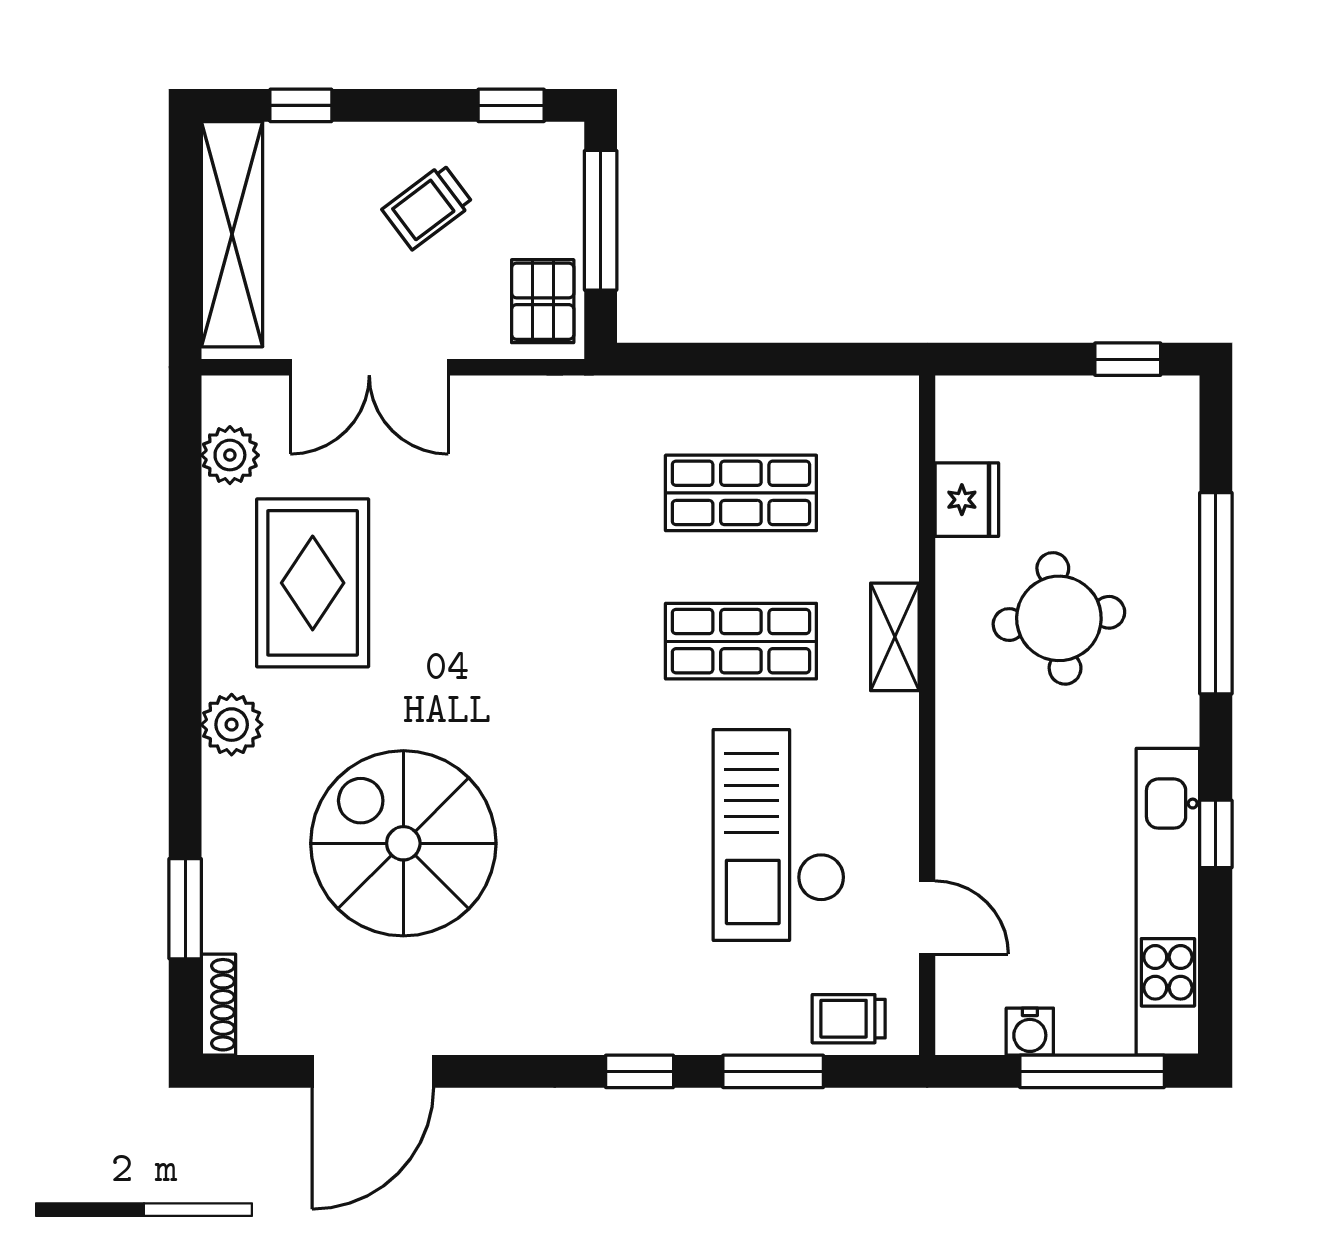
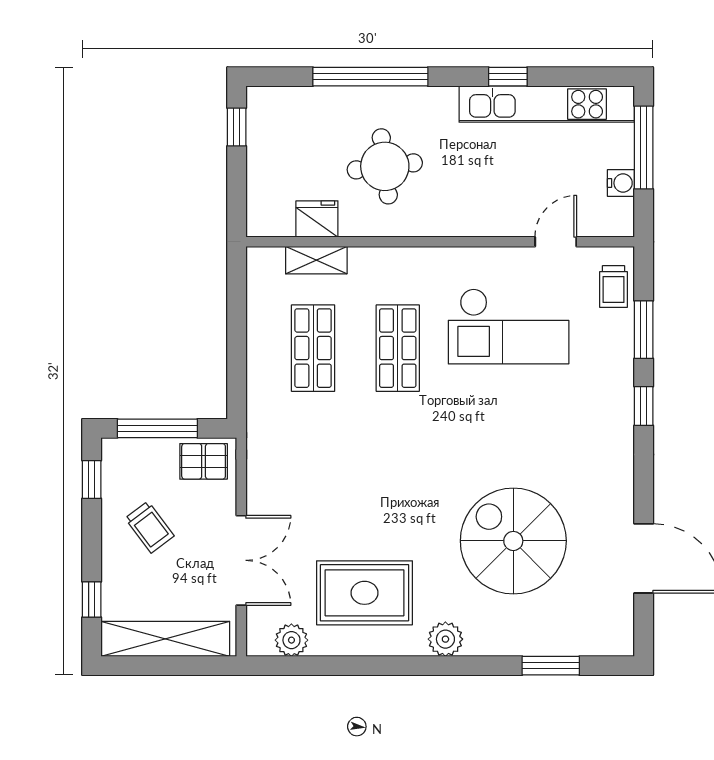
shelving: (895, 637) -> (316, 260), moved
spiral stairs: (403, 843) -> (513, 541), turned 90
shoe rack: (218, 1005) -> (606, 647), removed

